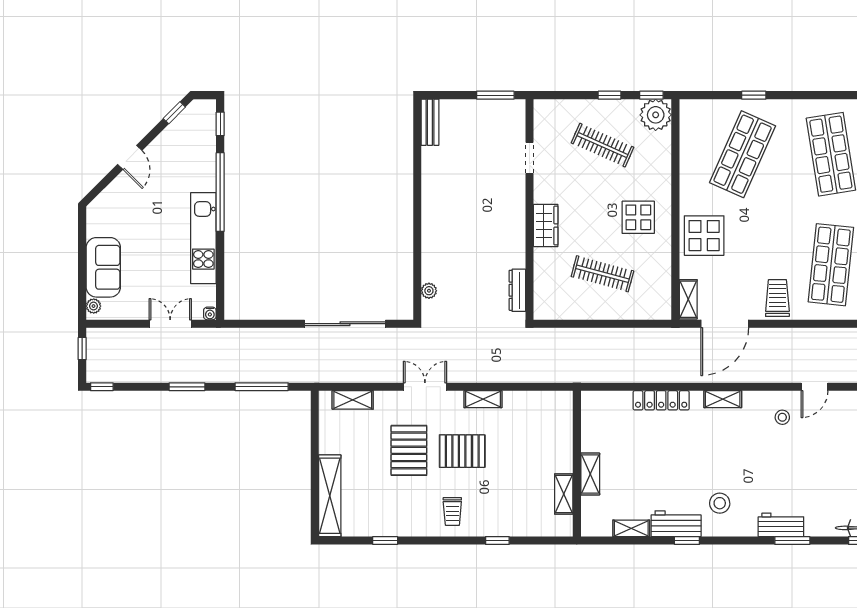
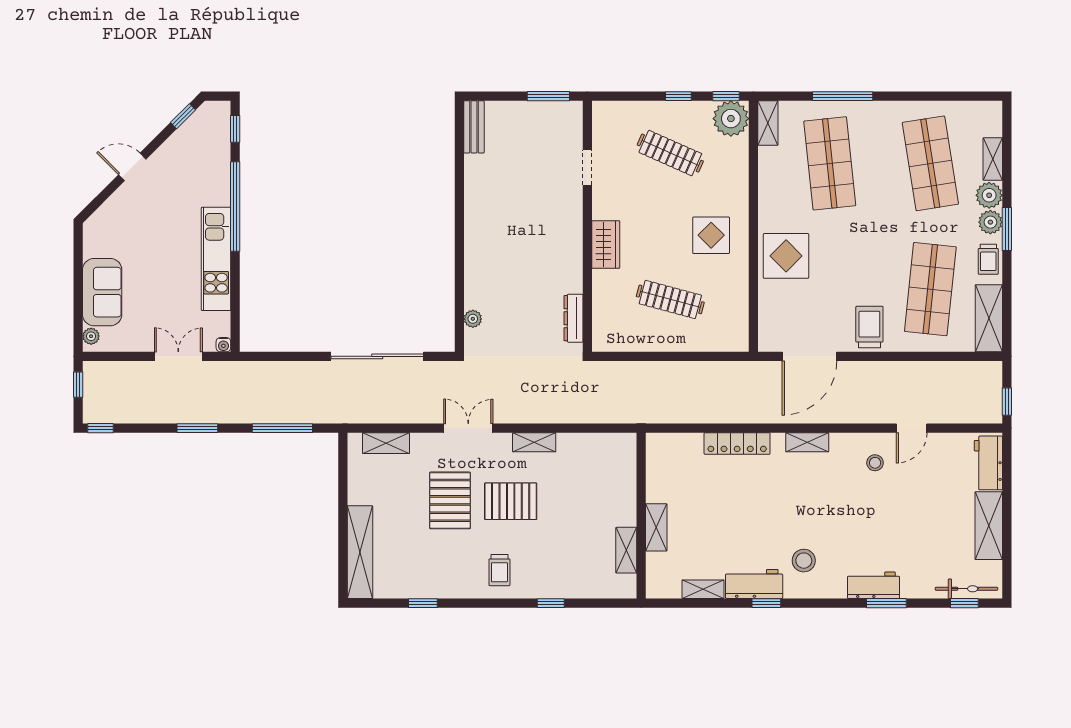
window: (754, 95) -> (843, 96), width x2.17
shop shelf: (743, 154) -> (830, 163), turned -30
door: (130, 157) -> (132, 167), swing flipped
shelving: (688, 299) -> (768, 123), moved

